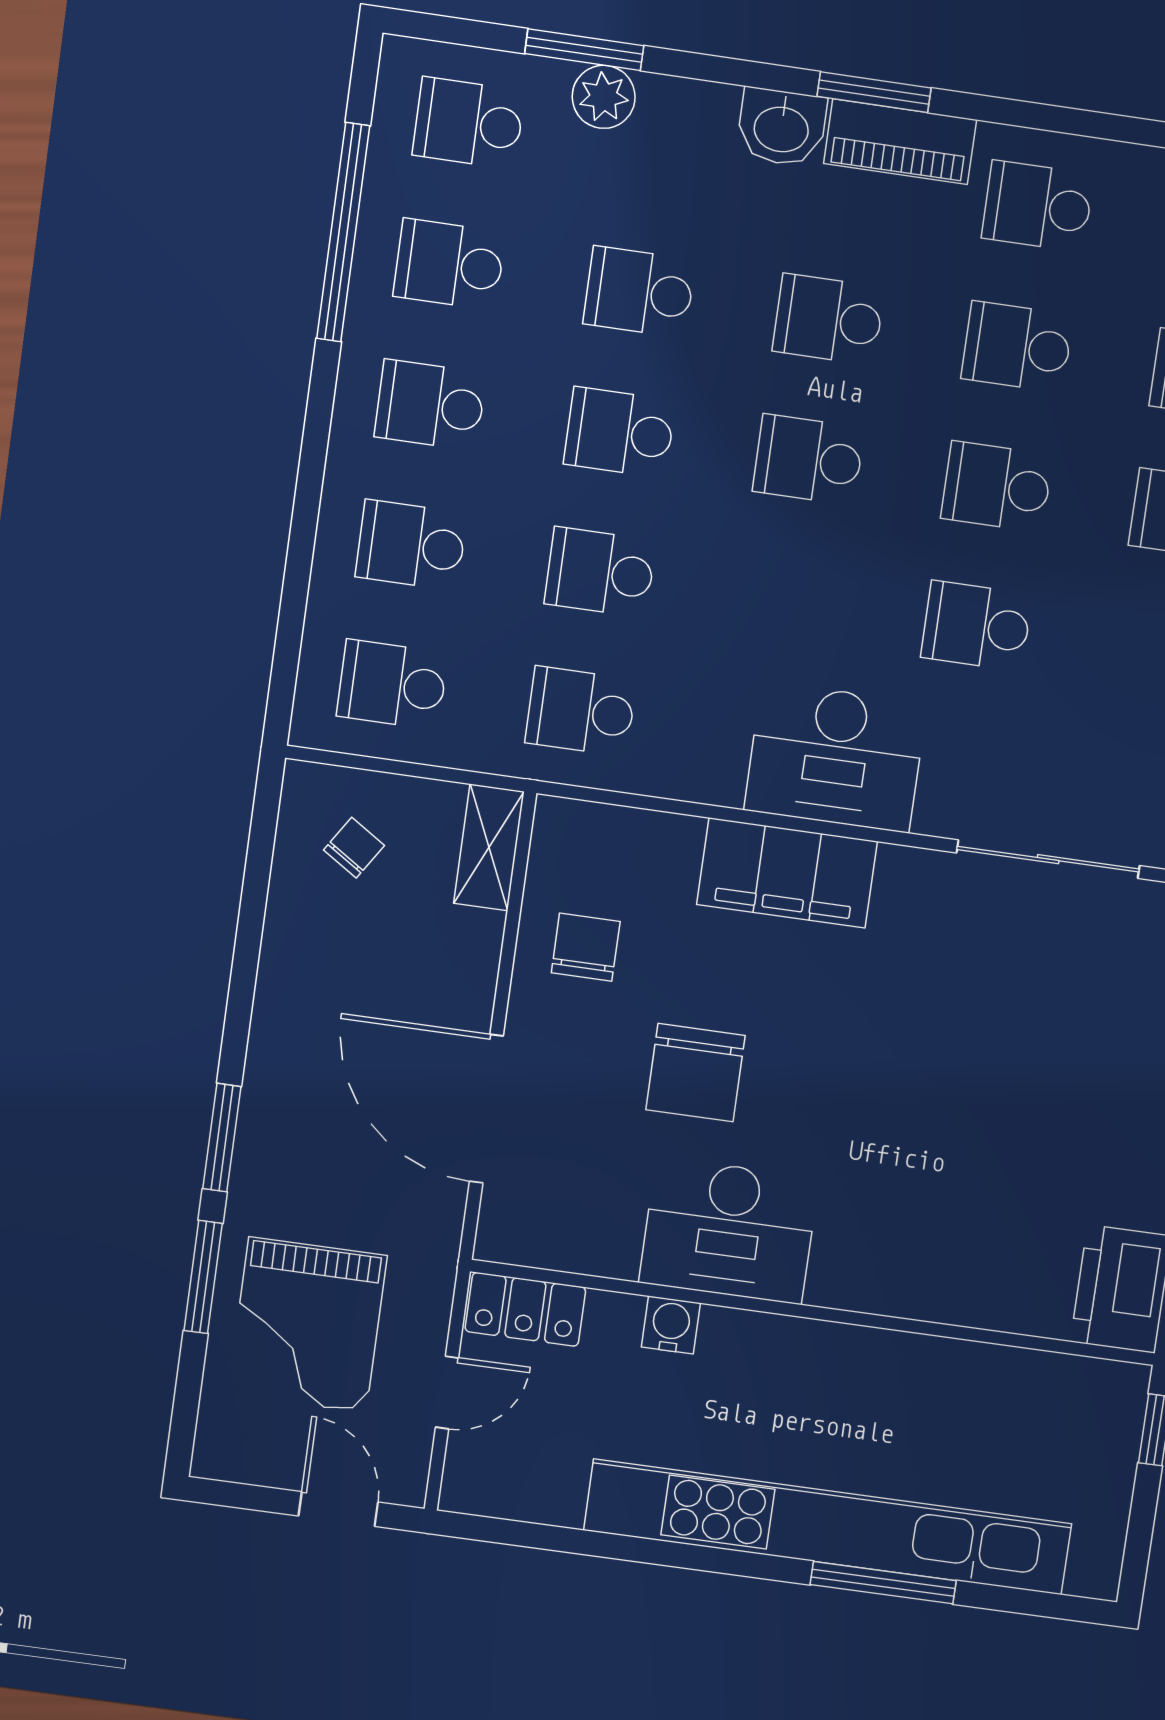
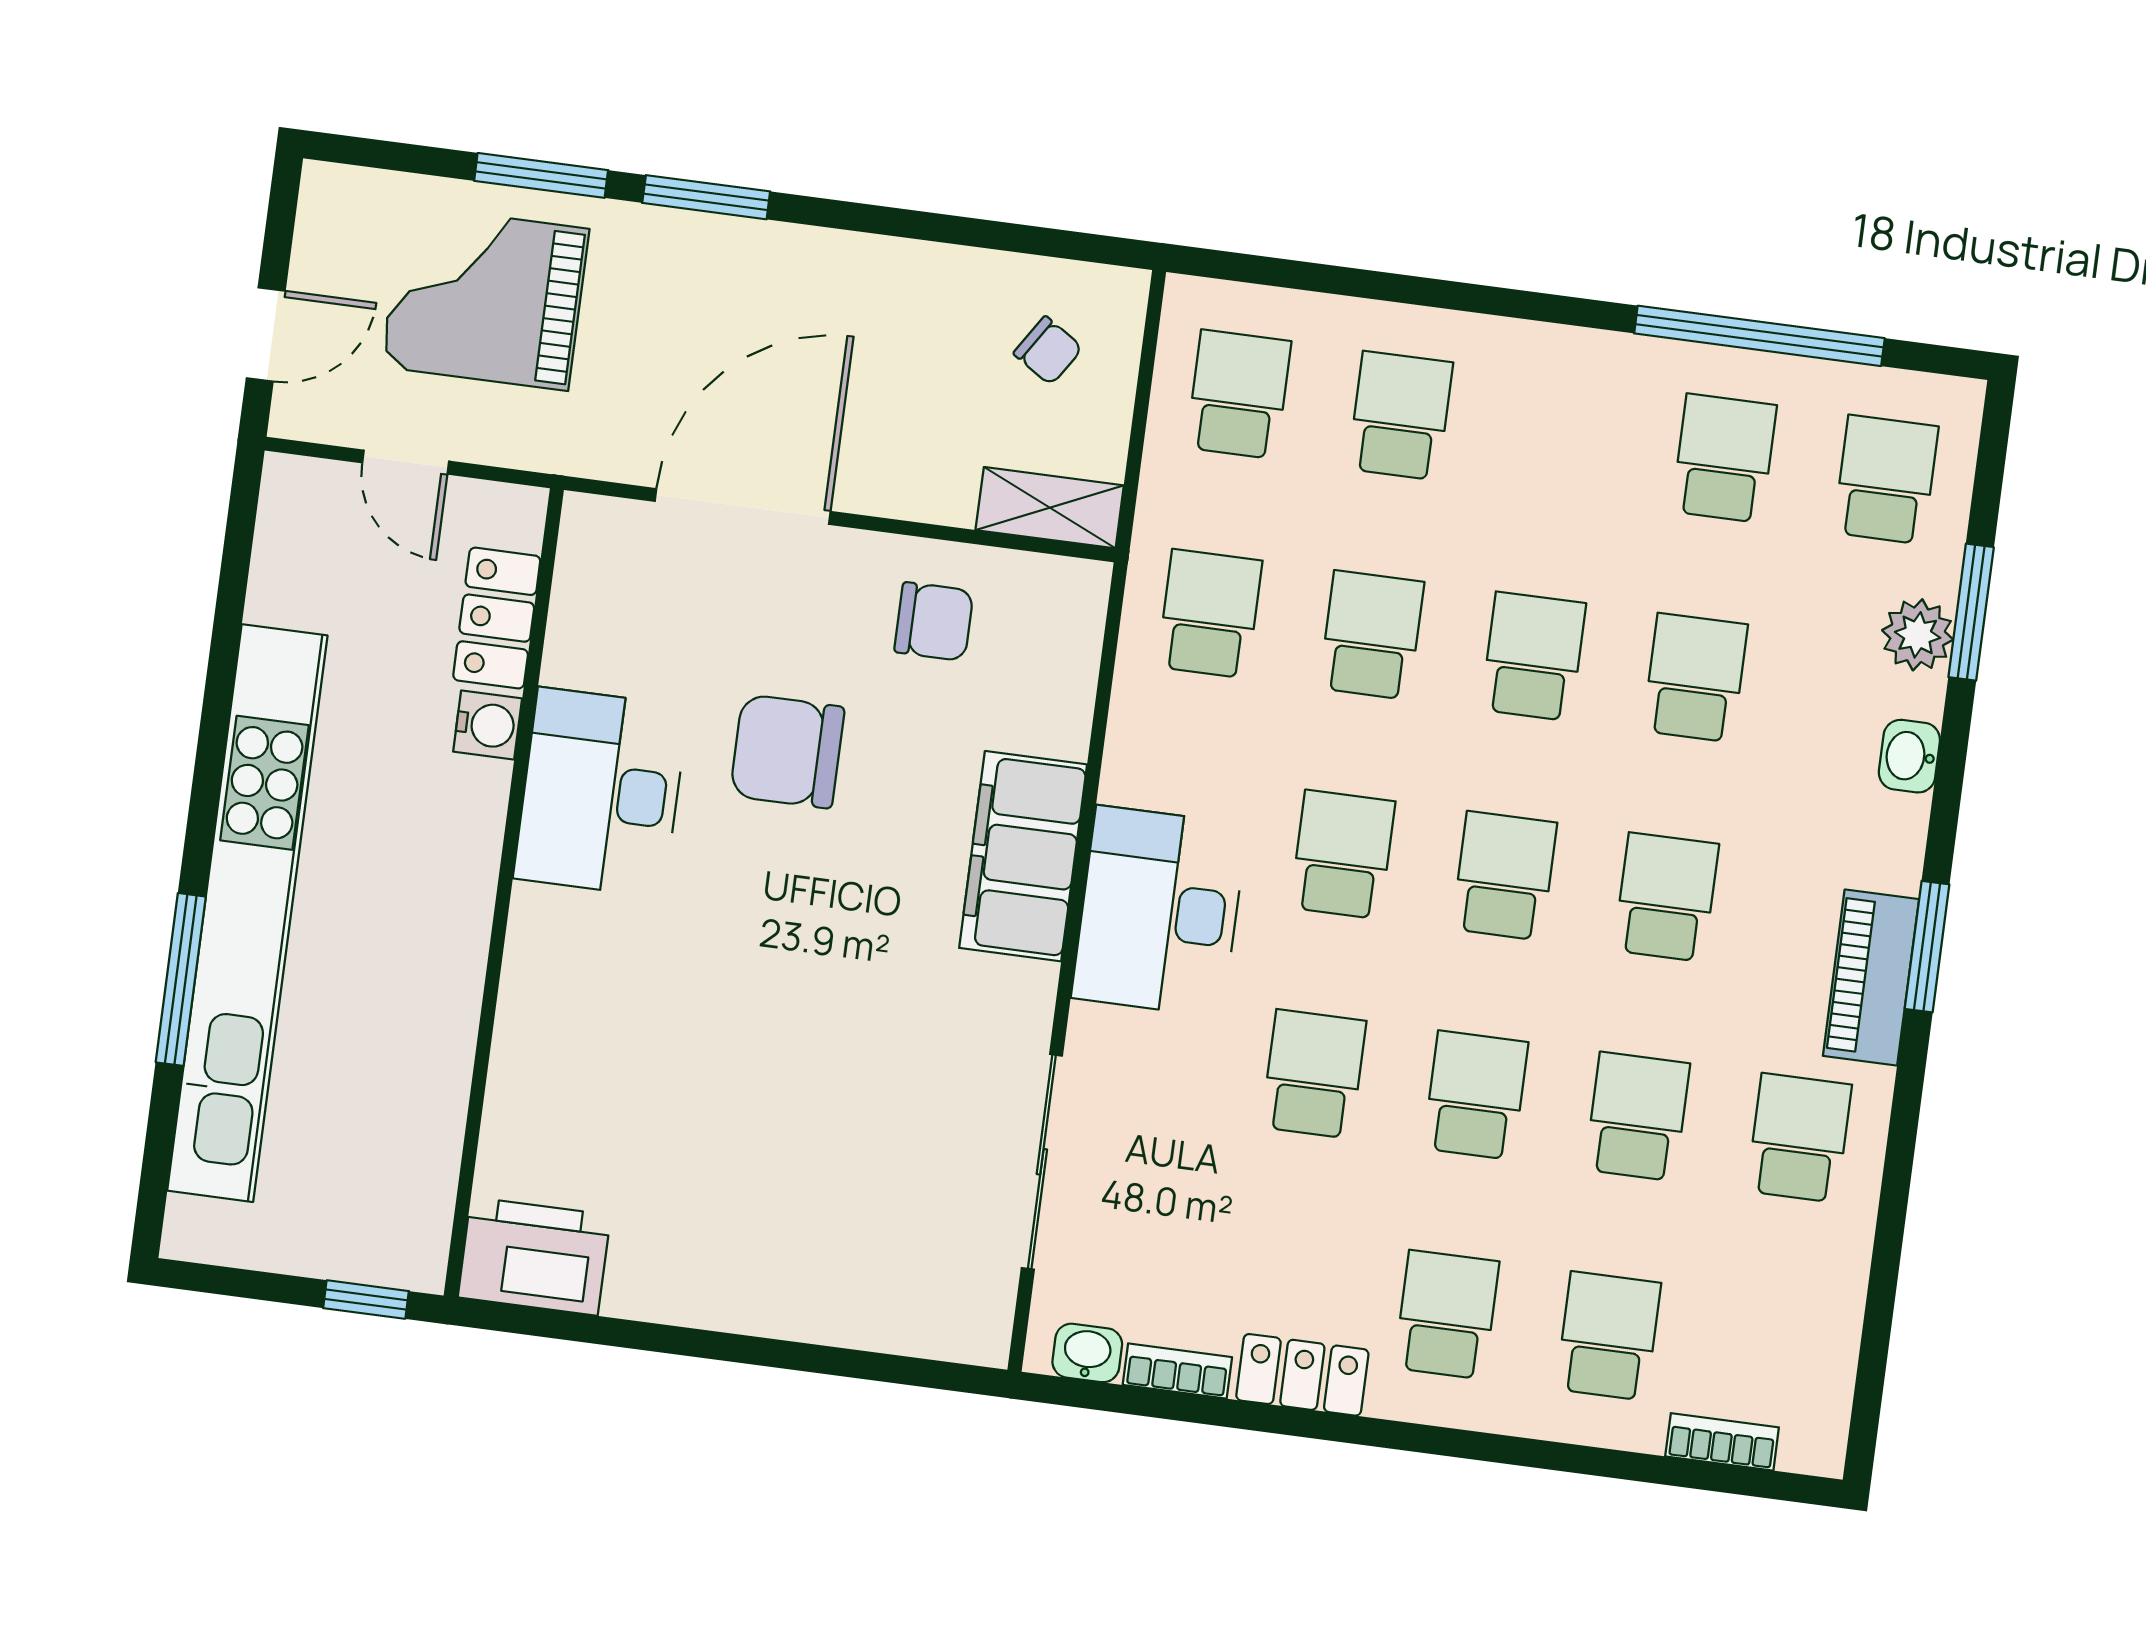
washbasin: (781, 127) -> (1909, 756), moved, width x0.72, depth x0.69
school desk: (430, 405) -> (1343, 855), moved
locker: (525, 1309) -> (497, 618), moved

